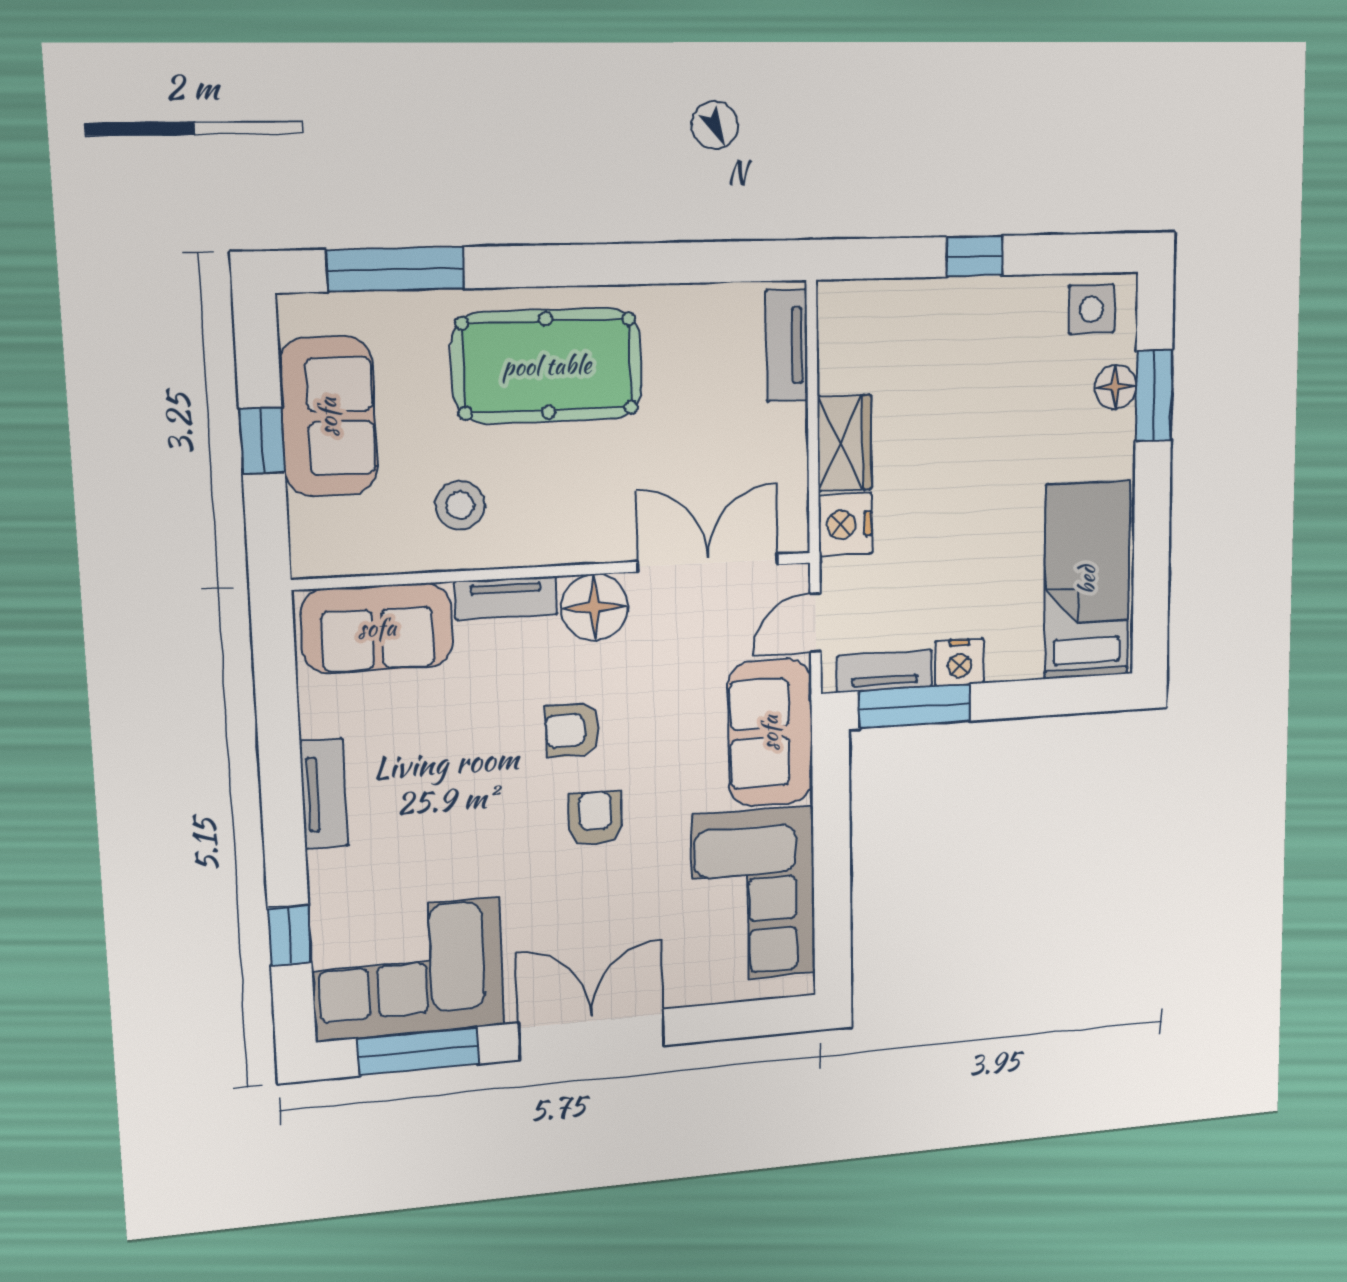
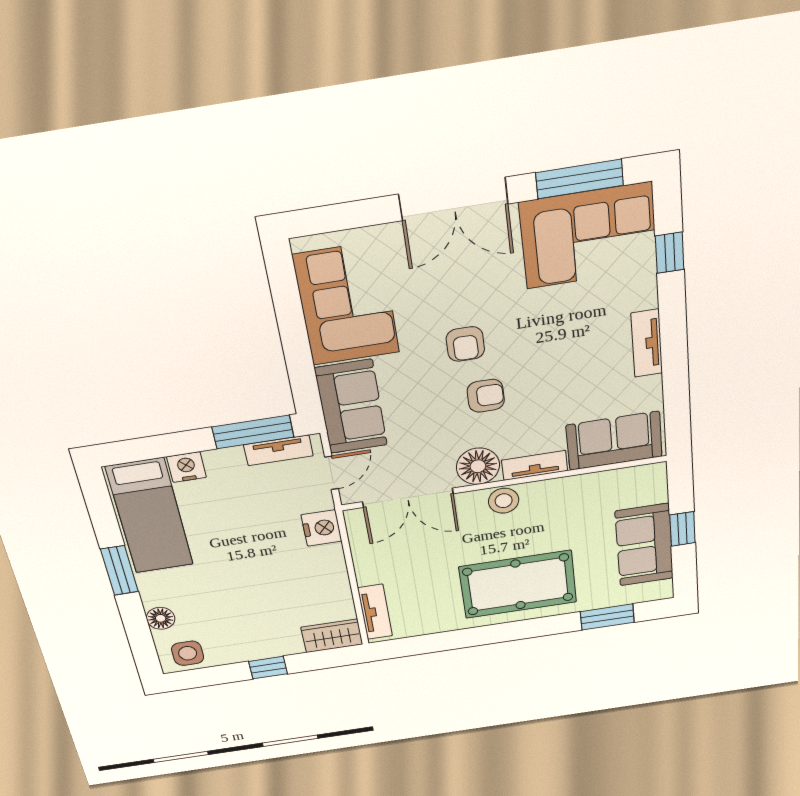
window: (396, 269) -> (607, 617), width x0.69
window: (1154, 396) -> (119, 570), moved
wardrobe: (845, 443) -> (332, 636), moved, turned 90
stool: (460, 505) -> (504, 501), moved
nightstand: (959, 662) -> (186, 467), moved

